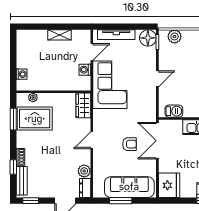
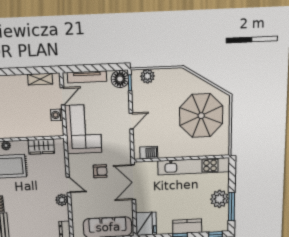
shelving: (60, 35) -> (40, 79), moved
wardrobe: (83, 105) -> (41, 147), moved, turned -90
door: (92, 140) -> (68, 185), swing flipped
armchair: (129, 144) -> (100, 171), moved
plant: (84, 171) -> (62, 200), moved

